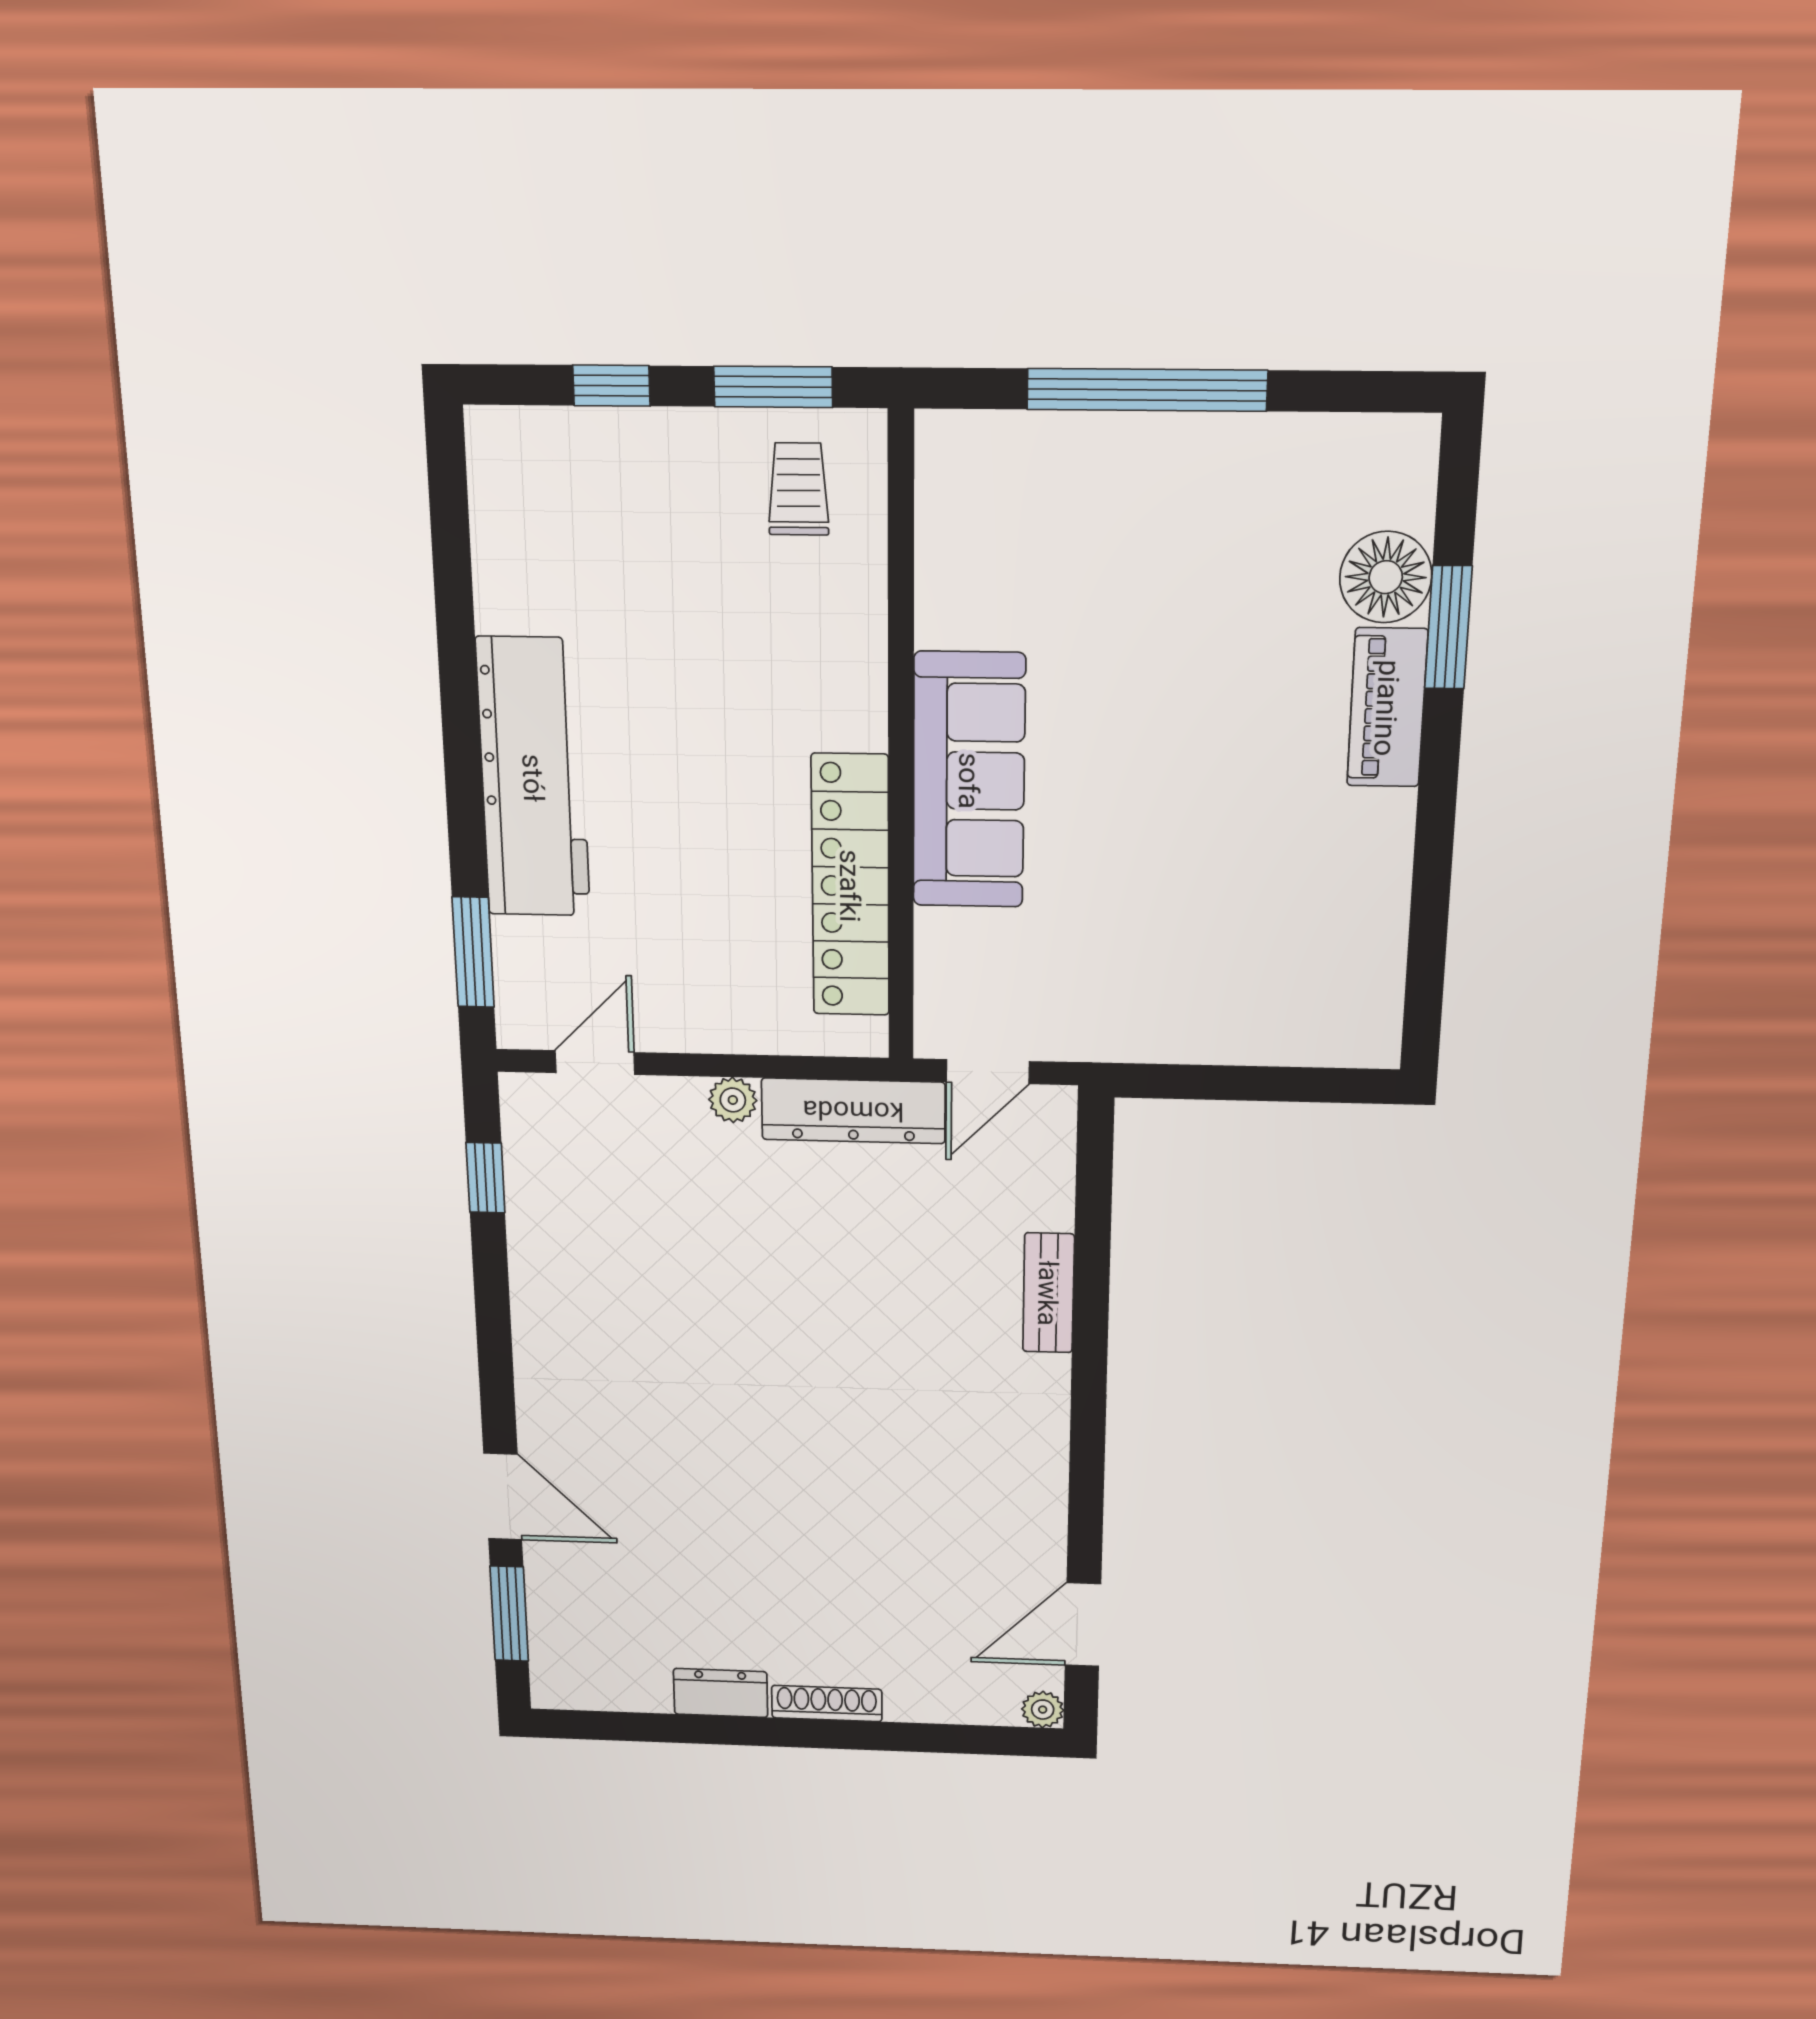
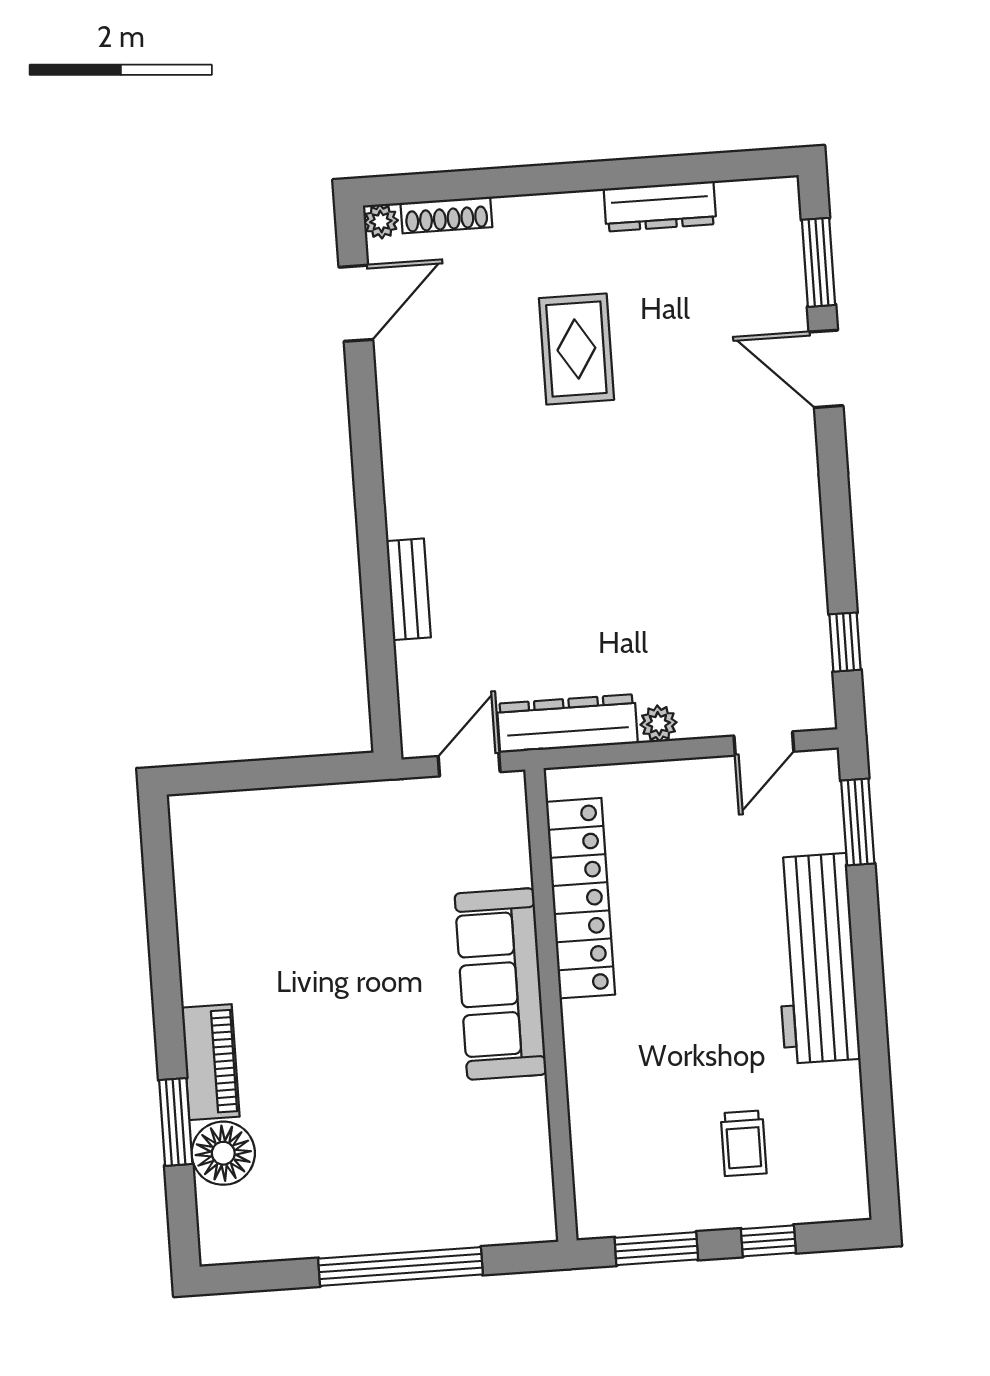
trolley: (798, 489) -> (744, 1143), moved
rug: (812, 1548) -> (576, 349), added
dresser: (721, 1693) -> (660, 206), width x1.44
shoe rack: (827, 1704) -> (446, 215), moved

